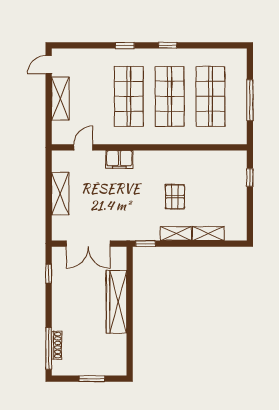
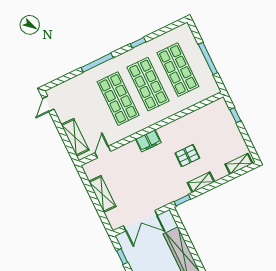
window: (125, 45) -> (97, 63), width x2.17
window: (168, 45) -> (138, 43), moved
shelving: (60, 99) -> (75, 137), moved
filing cabinet: (119, 159) -> (148, 141), moved
pallet: (175, 197) -> (187, 156), turned 90
shelving: (208, 233) -> (239, 164), moved

